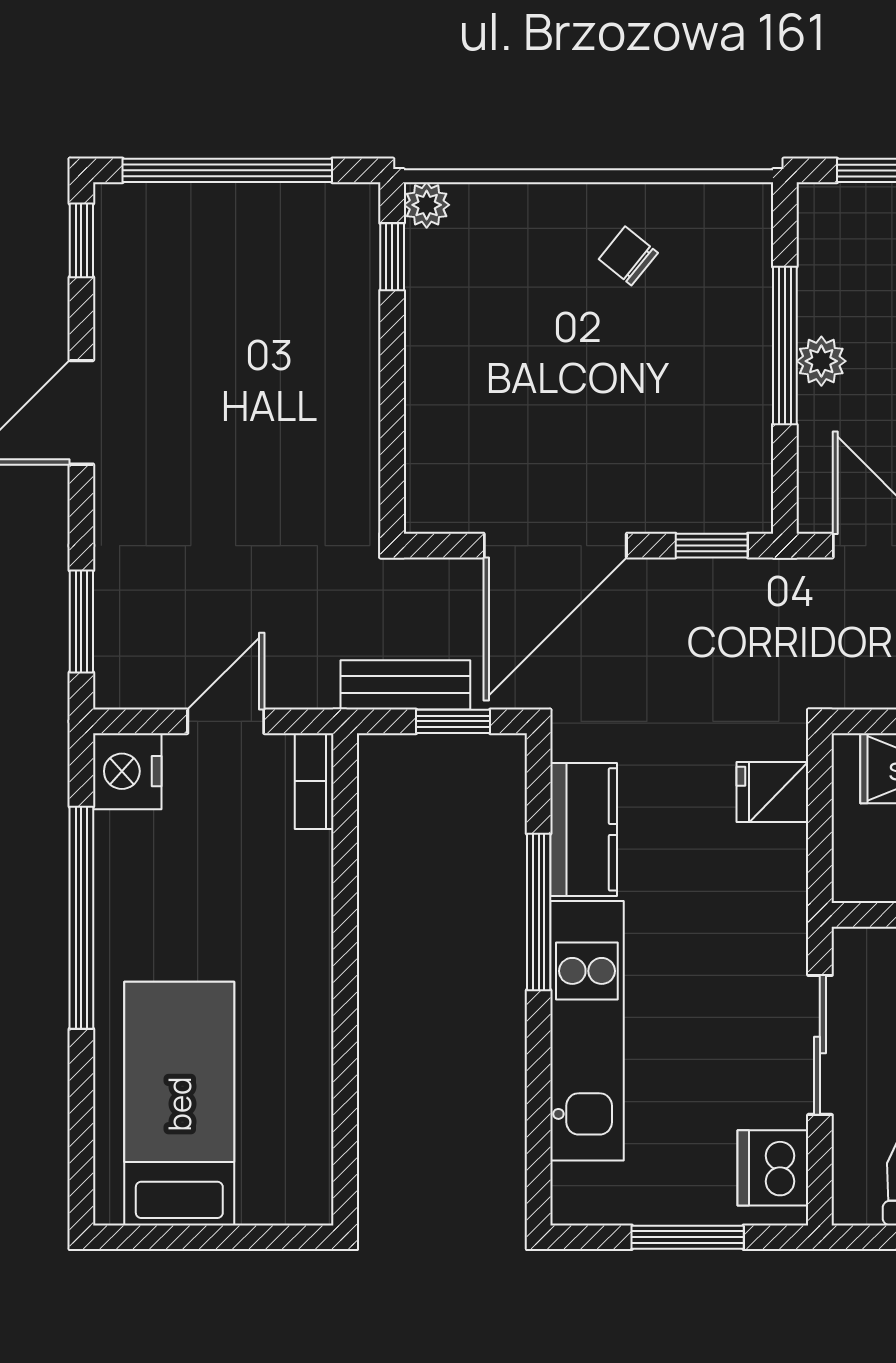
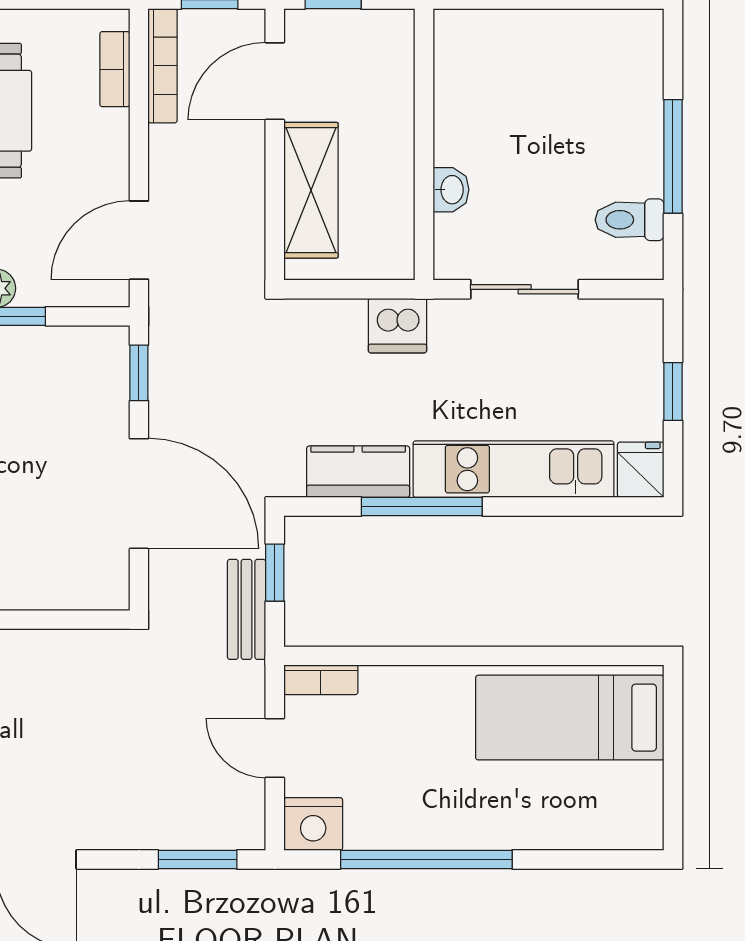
fridge: (772, 792) -> (641, 470), moved, turned 180
bed: (179, 1104) -> (570, 718), moved
dishwasher: (773, 1168) -> (397, 326), moved
window: (688, 1237) -> (673, 391), width x0.67

